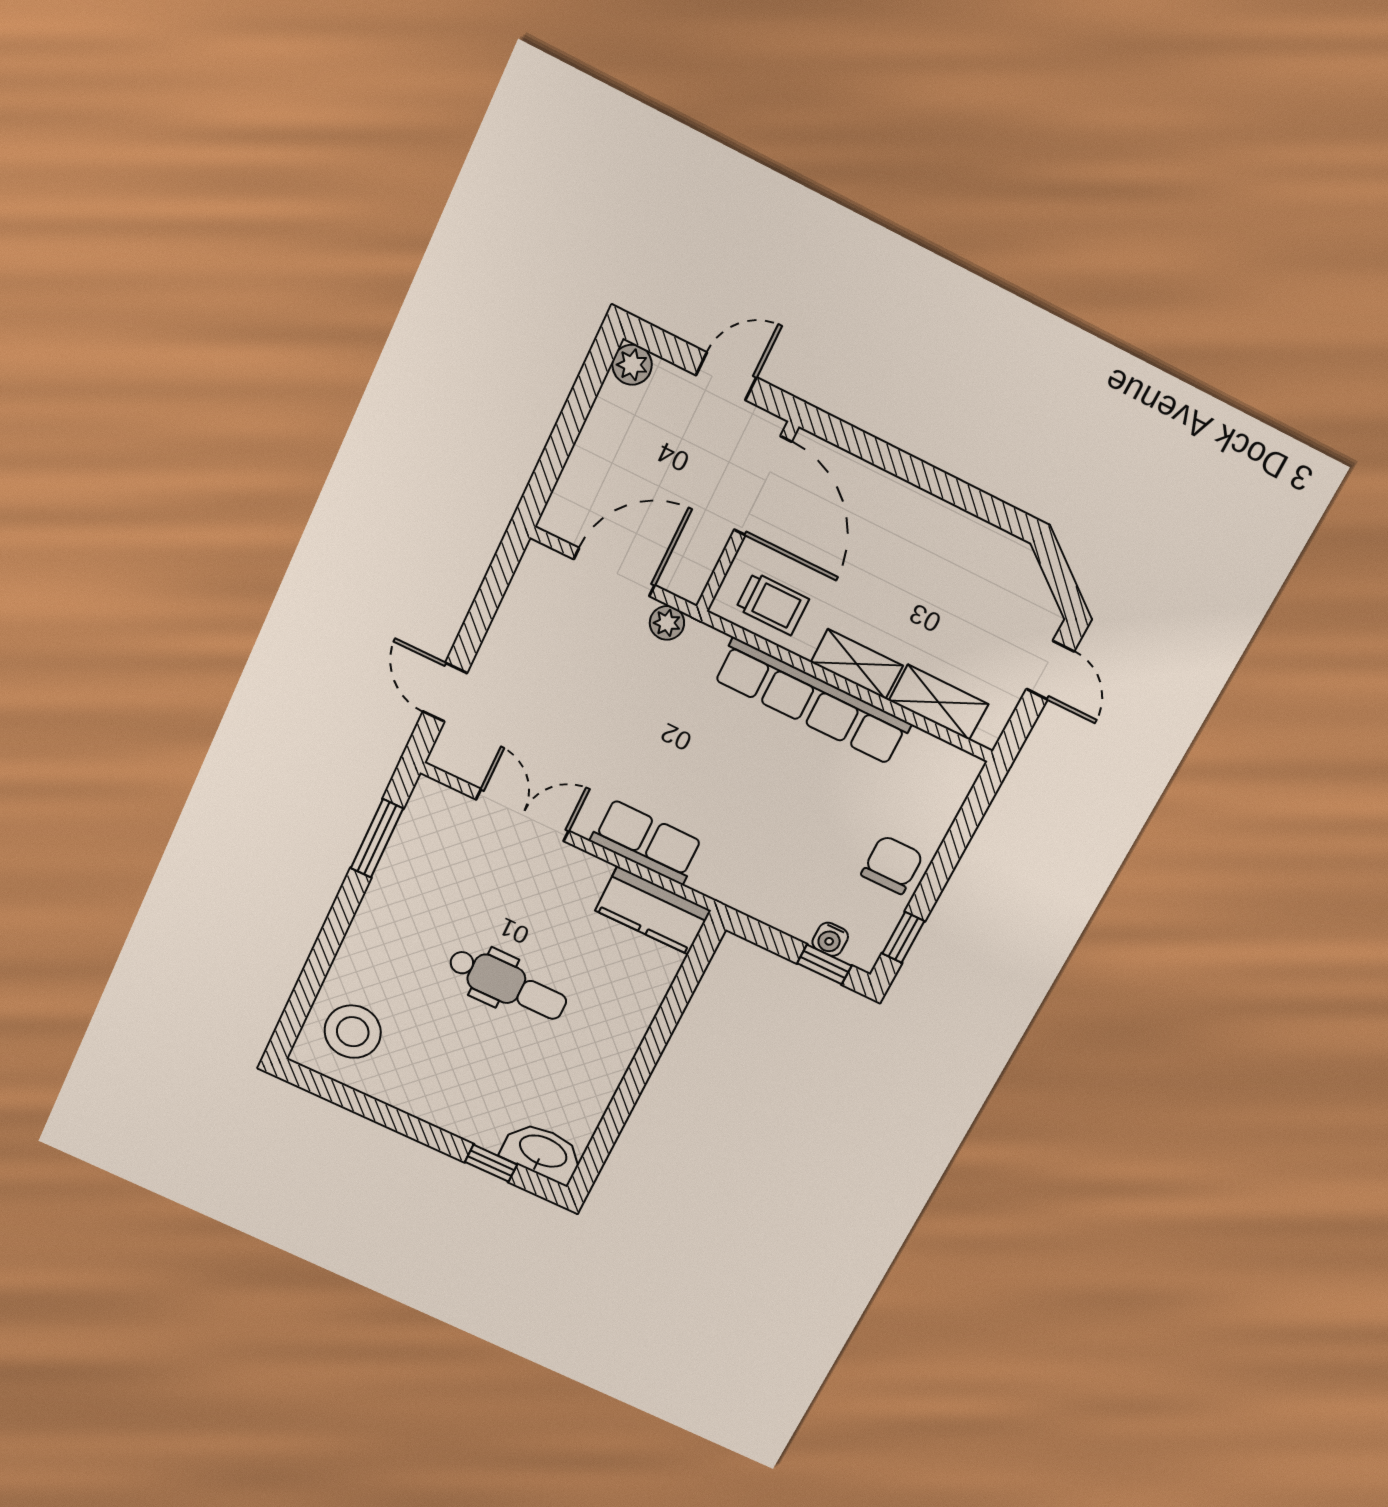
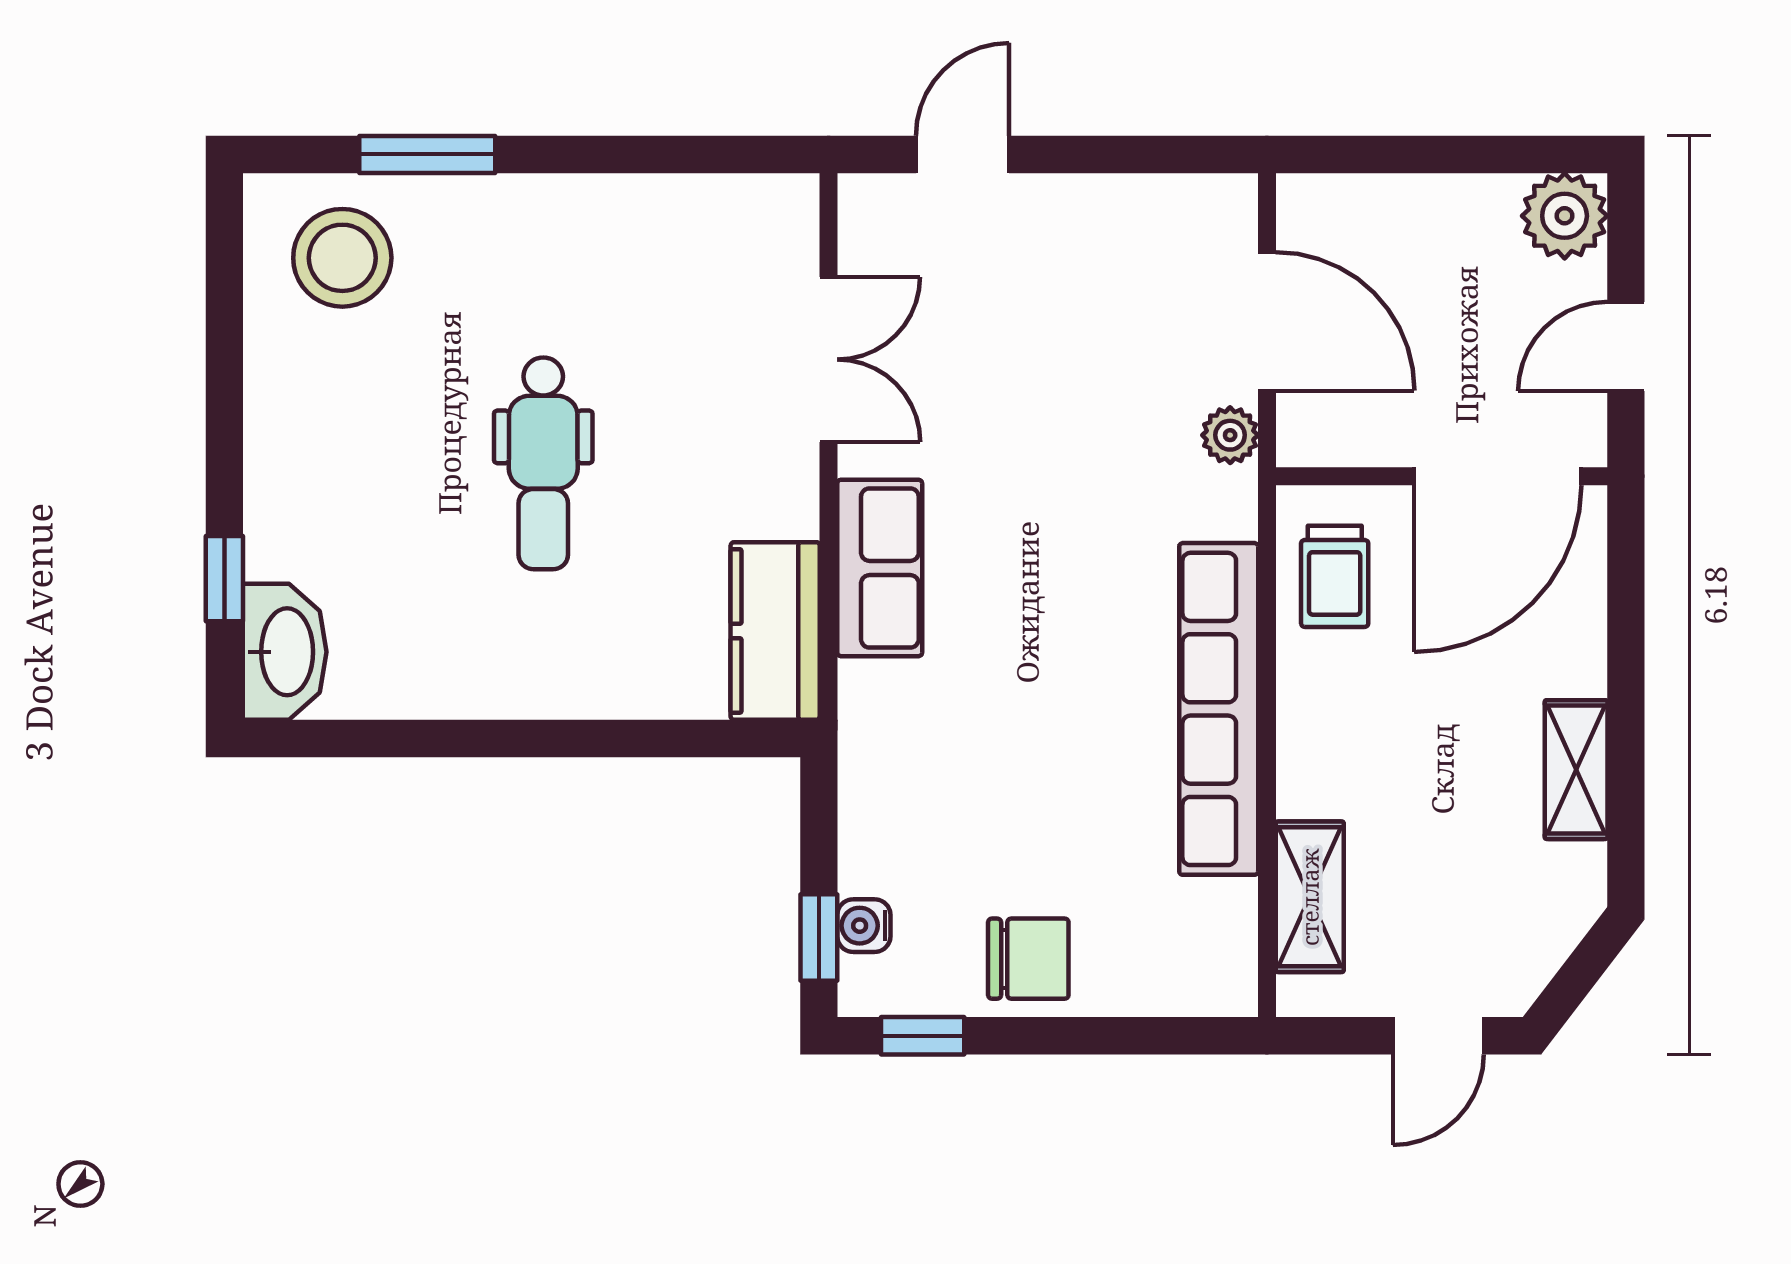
plant: (632, 365) -> (1565, 216), width x1.38, depth x1.38
door: (726, 376) -> (1626, 347), swing flipped
shelving: (857, 664) -> (1576, 770), moved
window: (377, 838) -> (427, 154), moved

